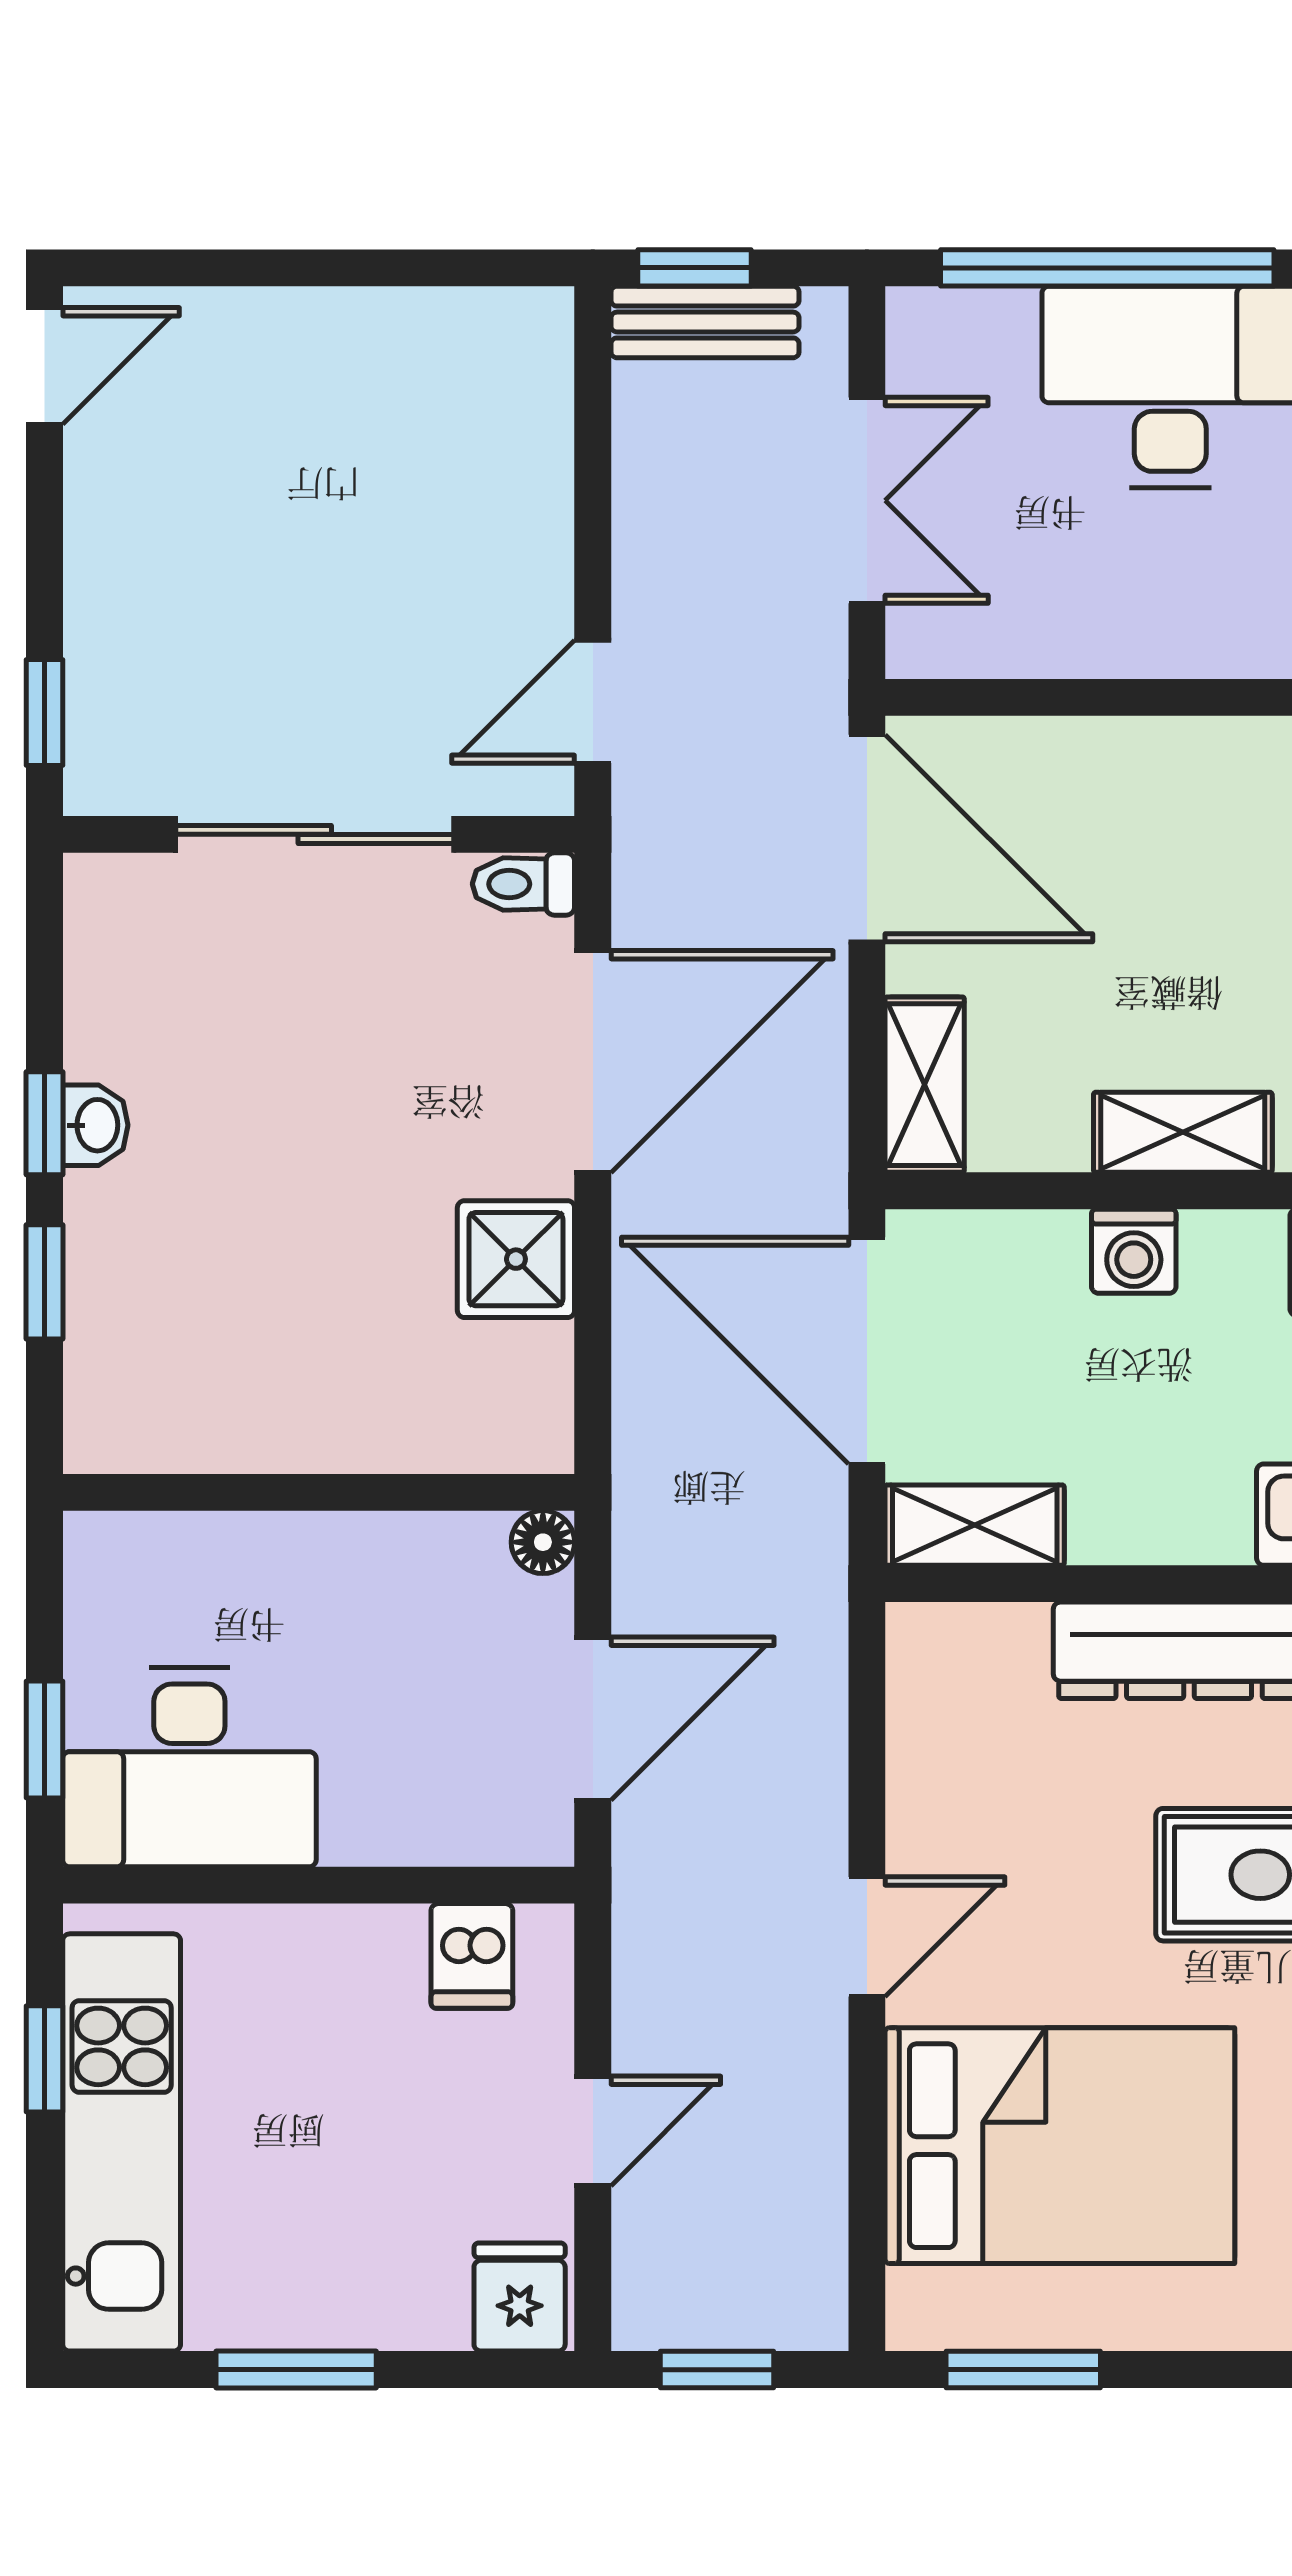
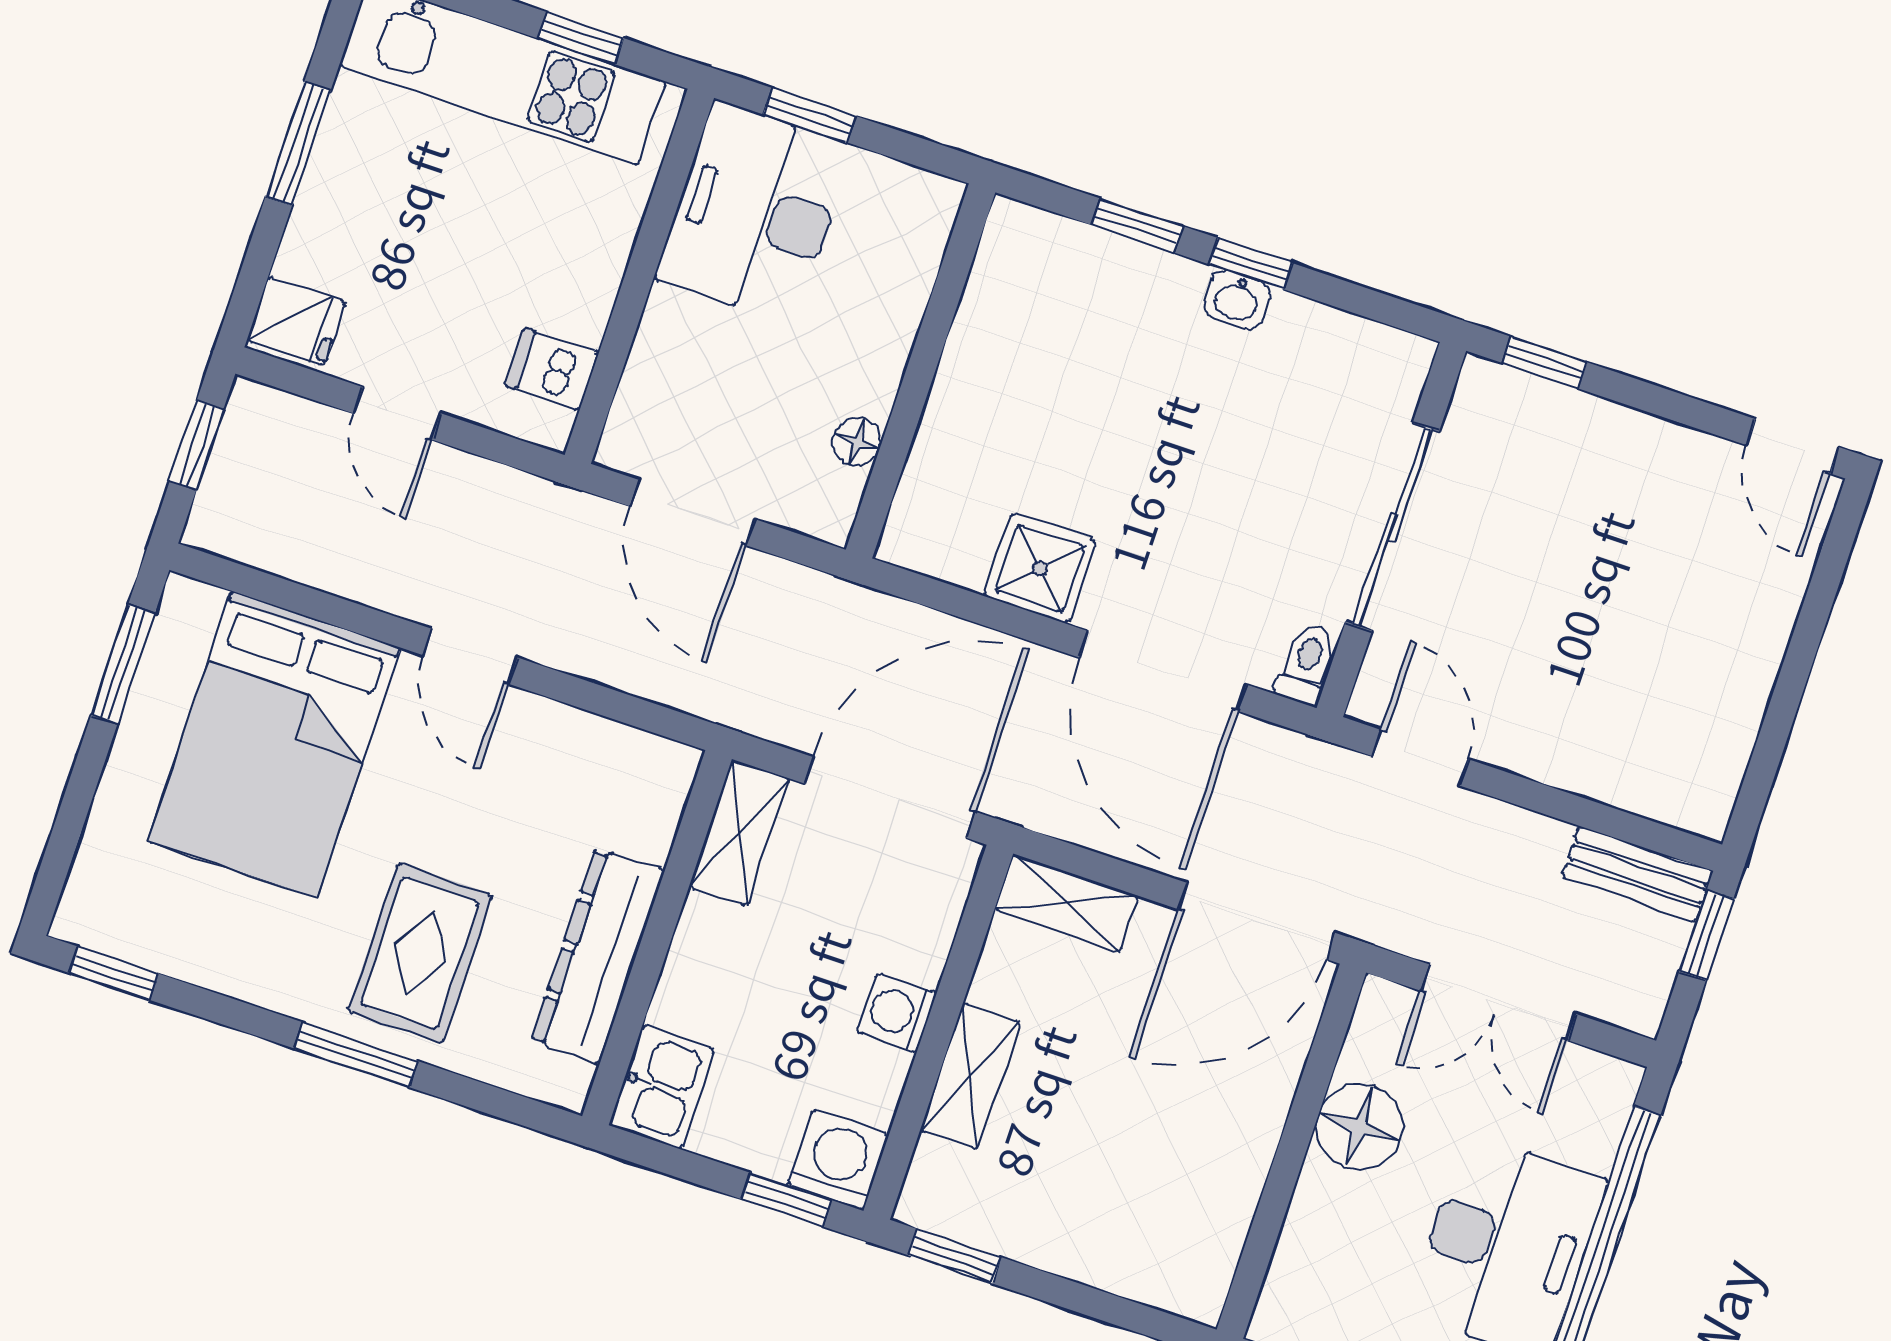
bench: (705, 322) -> (1638, 874), moved, turned 90
floor lamp: (1082, 622) -> (1359, 1127), added
floor lamp: (543, 1542) -> (857, 442), moved

